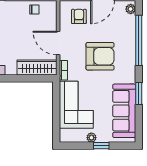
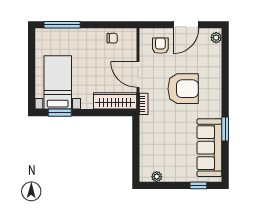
window: (139, 40) -> (225, 71), removed
corner sofa: (76, 105) -> (158, 141), removed
plant: (91, 138) -> (157, 177), moved
window: (101, 146) -> (198, 185), moved

